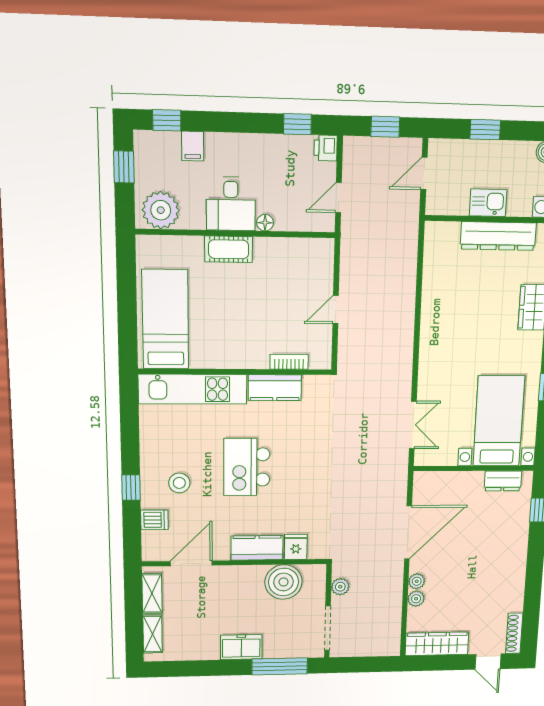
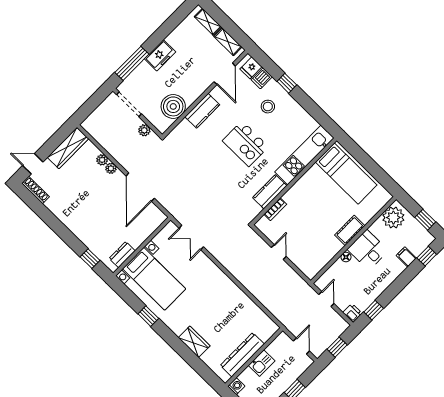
kitchen island: (247, 467) -> (245, 144), turned 180
fridge: (296, 547) -> (251, 68), moved, turned 90

